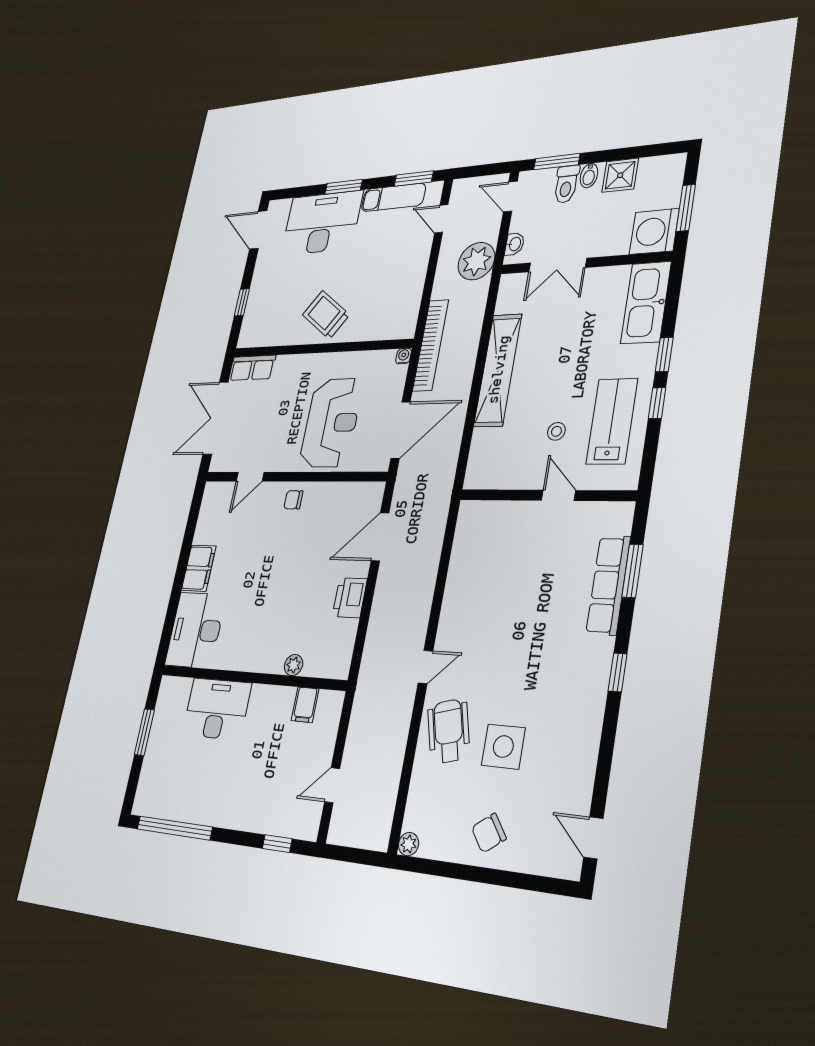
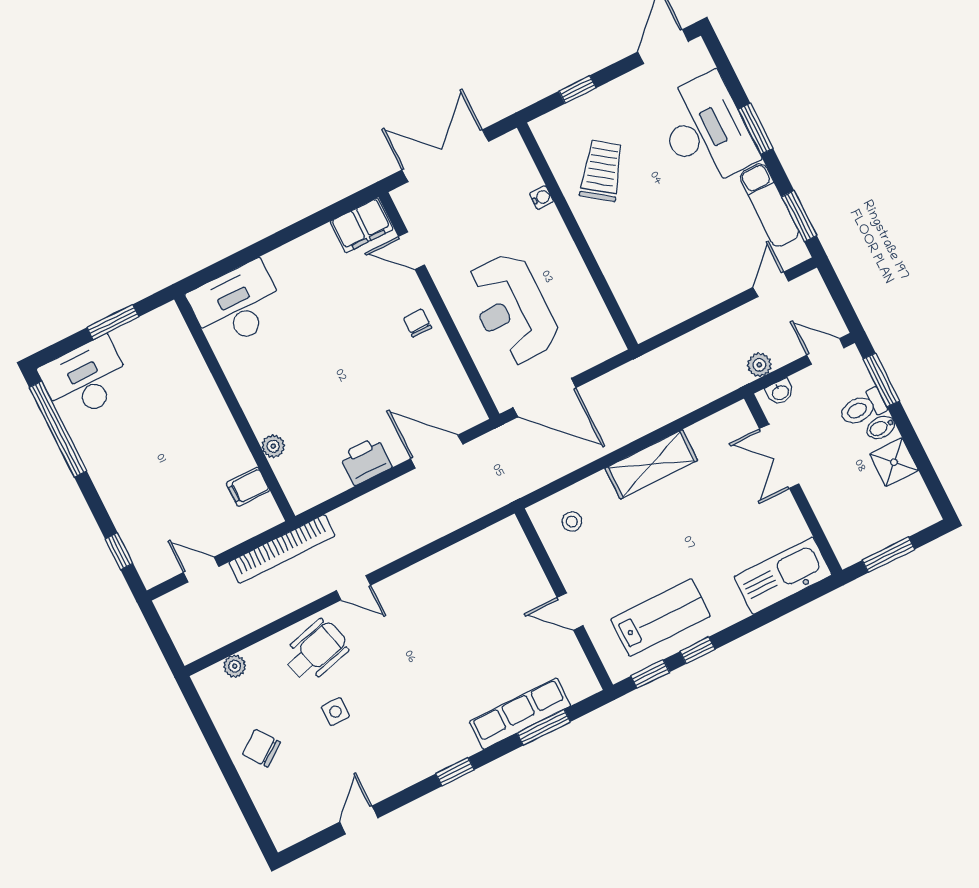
door: (510, 197) -> (826, 351), hinge flipped
washing machine: (654, 231) -> (853, 537), removed
plant: (476, 261) -> (759, 365), width x0.53, depth x0.53
trolley: (326, 315) -> (602, 171), moved
bookcase: (431, 345) -> (282, 549), moved
window: (664, 355) -> (650, 674), moved
water cooler: (403, 356) -> (542, 197), moved
row of seats: (252, 368) -> (518, 162), removed
shelving: (498, 370) -> (651, 464), width x0.68
reception desk: (331, 423) -> (512, 309), turned 90
stool: (556, 431) -> (572, 521), moved
door: (559, 495) -> (570, 612), swing flipped
filing cabinet: (199, 568) -> (362, 225), moved
desk: (217, 709) -> (86, 379), moved, turned -90
side table: (503, 747) -> (335, 712), width x0.54, depth x0.54
door: (593, 838) -> (359, 820), moved
plant: (409, 844) -> (235, 666), moved

